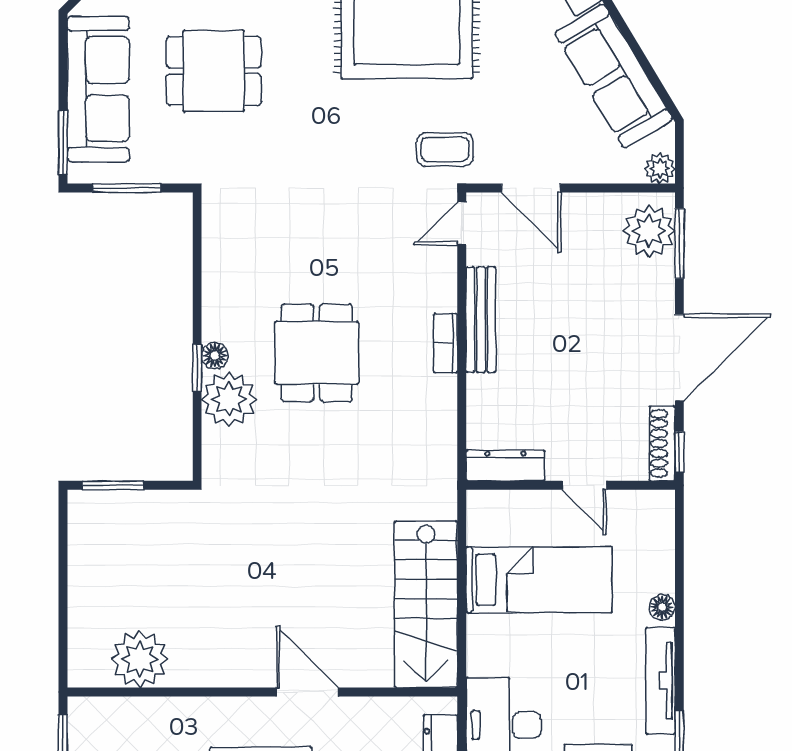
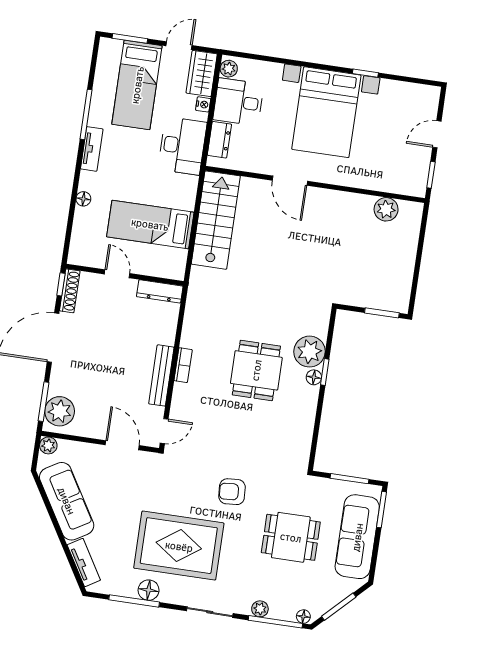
armchair: (328, 135) -> (232, 492), added
coffee table: (445, 149) -> (167, 474), removed
plant: (140, 659) -> (386, 209), width x0.73, depth x0.73
tv unit: (661, 681) -> (92, 149), width x0.71

